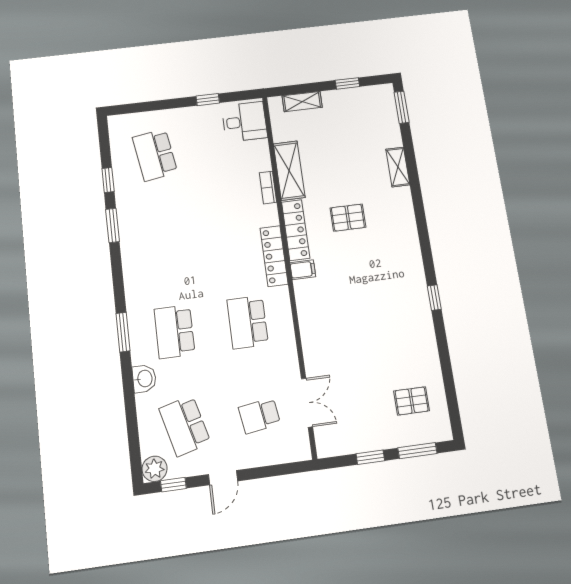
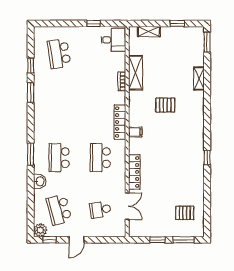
locker: (296, 230) -> (134, 172), moved

